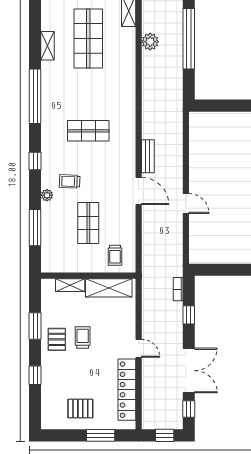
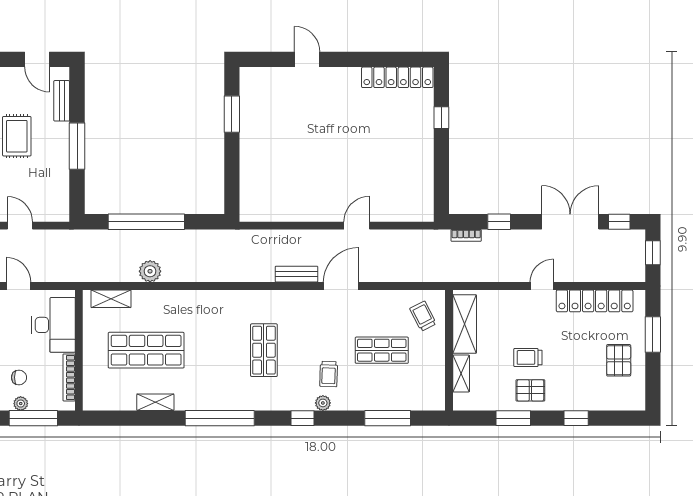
plant: (47, 195) -> (323, 403), moved
trolley: (115, 255) -> (423, 316), turned -117

